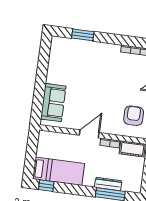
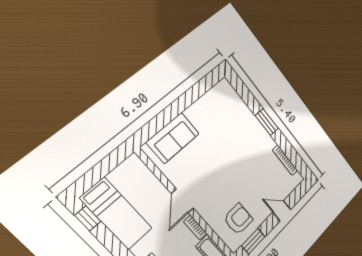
window: (83, 35) -> (267, 122), moved
door: (89, 134) -> (182, 201), swing flipped

